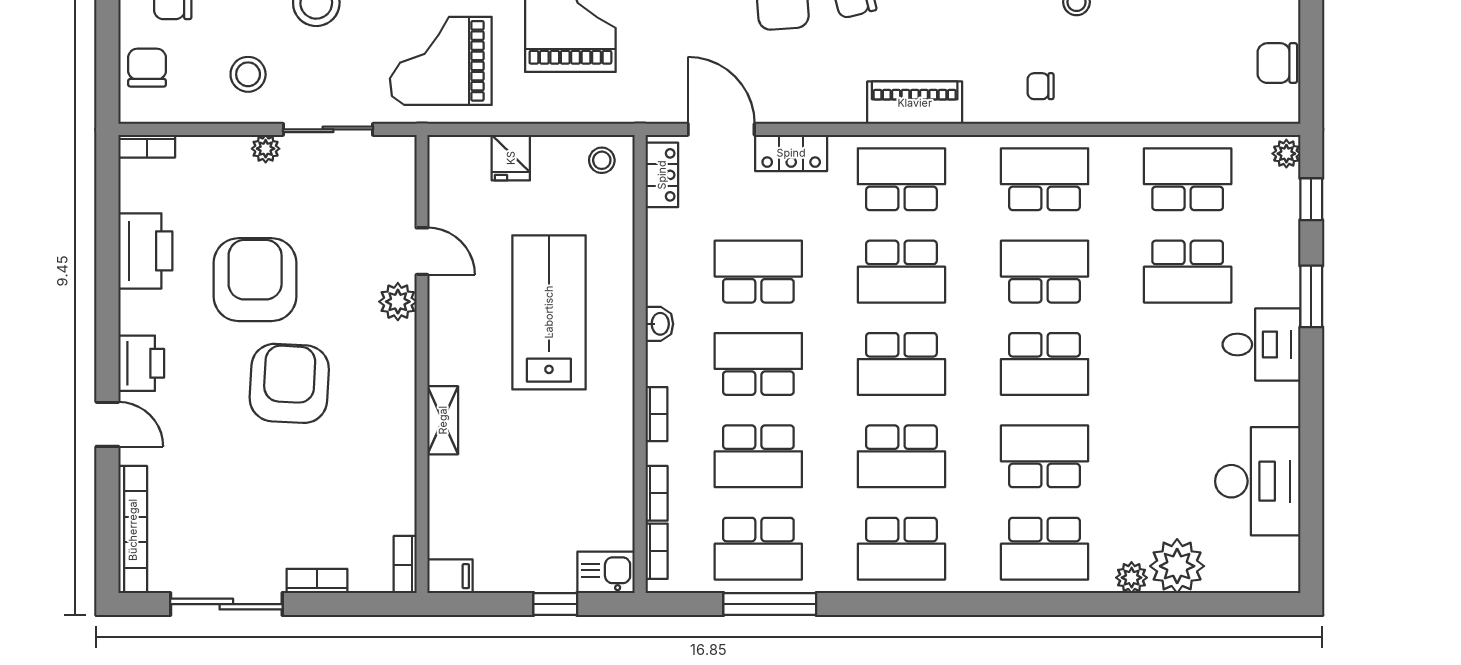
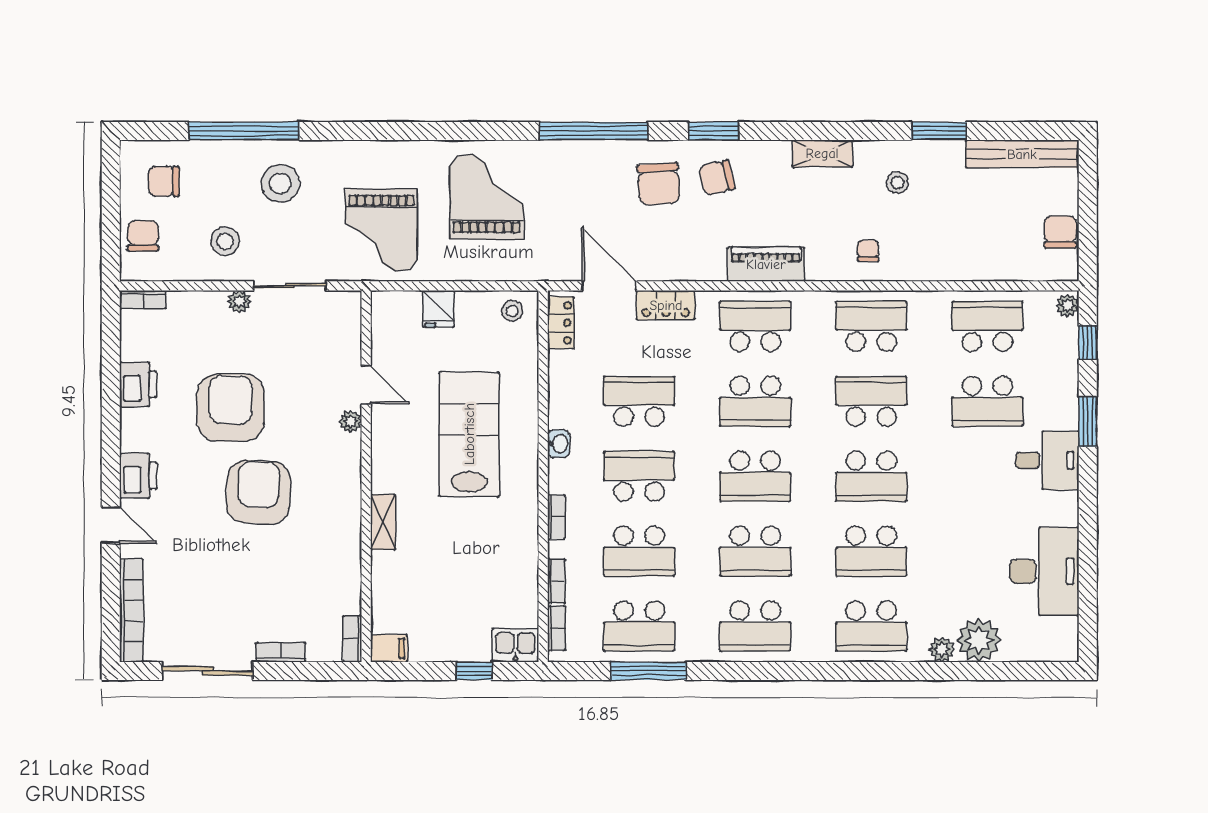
grand piano: (441, 61) -> (381, 230), turned -90
chair: (1277, 63) -> (1060, 232), turned 90
chair: (1041, 86) -> (868, 251), turned 90
printer: (145, 251) -> (138, 384), width x0.73, depth x0.84
plant: (398, 302) -> (351, 421), width x0.73, depth x0.73
school desk: (1045, 456) -> (871, 551), turned 180

